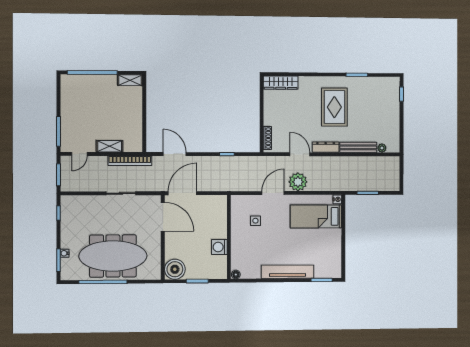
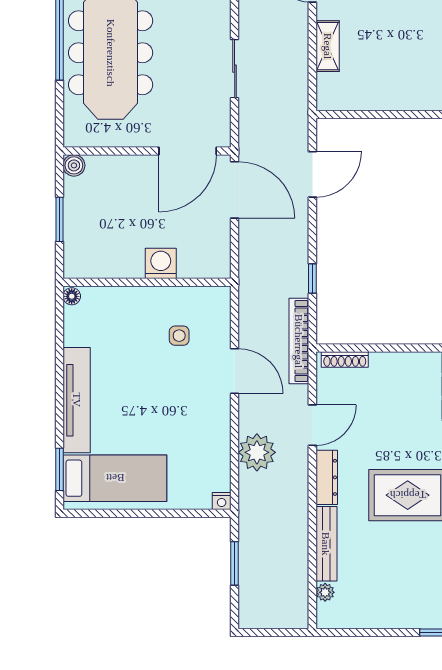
bookcase: (130, 161) -> (299, 341), moved
plant: (298, 182) -> (257, 452), moved
bed: (316, 216) -> (115, 478), moved, turned 90
washing machine: (219, 247) -> (161, 263), moved
boiler: (175, 269) -> (74, 165), width x0.54, depth x0.54

